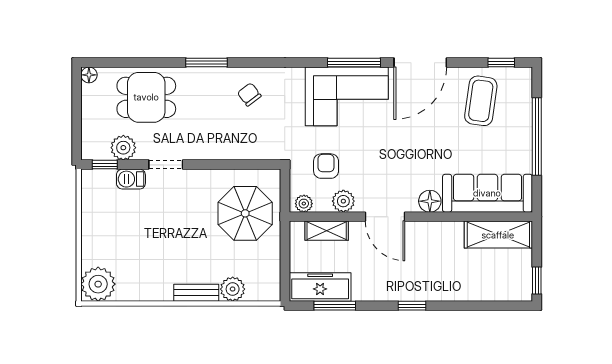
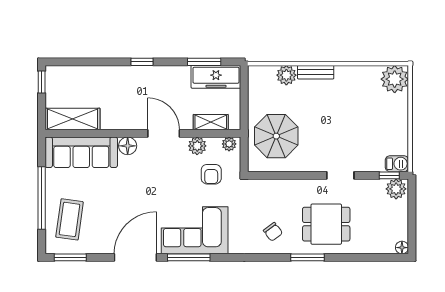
window: (501, 63) -> (70, 257), width x1.50
dining table: (146, 97) -> (326, 224), moved
coffee table: (481, 101) -> (70, 219), moved
plant: (123, 148) -> (396, 189), moved
barbecue: (131, 179) -> (397, 164), moved

